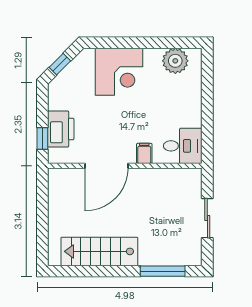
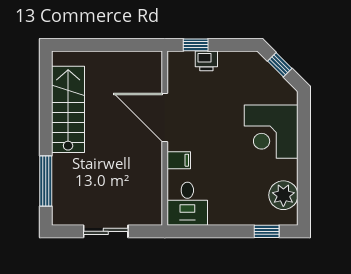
window: (207, 76) -> (267, 231), added
printer: (61, 129) -> (206, 61), width x0.53, depth x0.68

